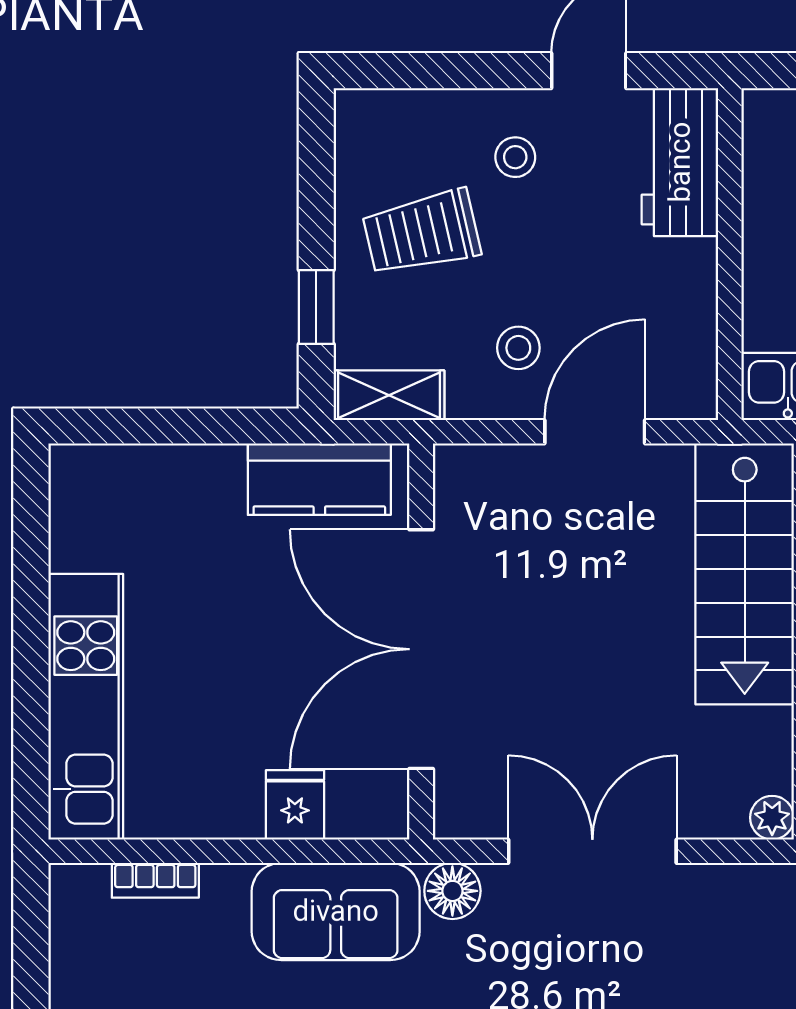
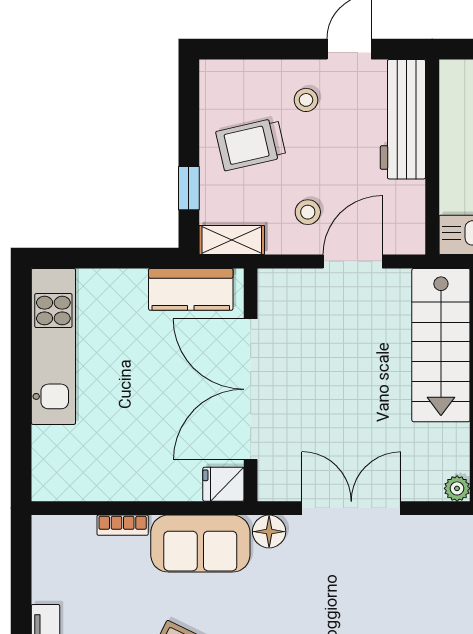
workbench: (680, 162) -> (403, 119), width x1.38
kitchen unit: (86, 707) -> (53, 346), moved
fridge: (295, 805) -> (223, 484), moved, turned -90
bookcase: (155, 880) -> (123, 525), moved

